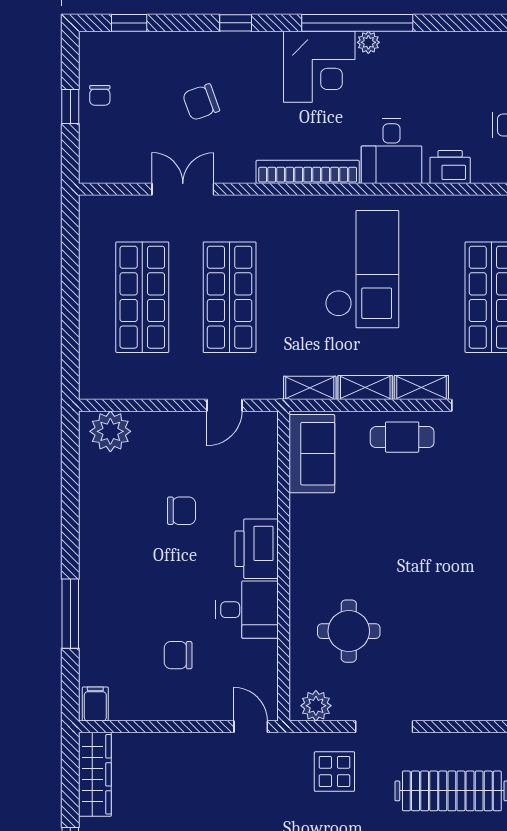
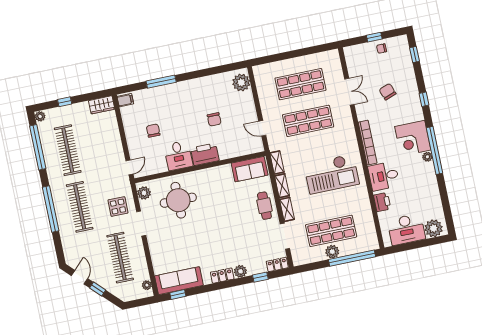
round table: (349, 631) -> (178, 200), width x1.36, depth x1.36
wardrobe: (95, 774) -> (102, 105), width x0.67

